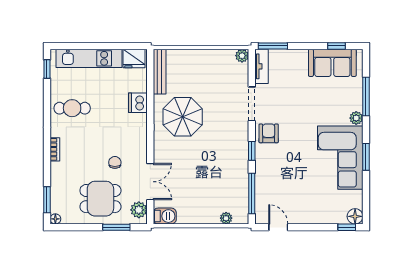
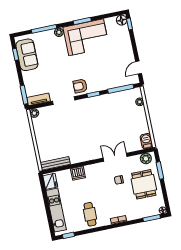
parasol: (183, 117) -> (81, 143), removed
double door: (150, 182) -> (115, 157), moved

